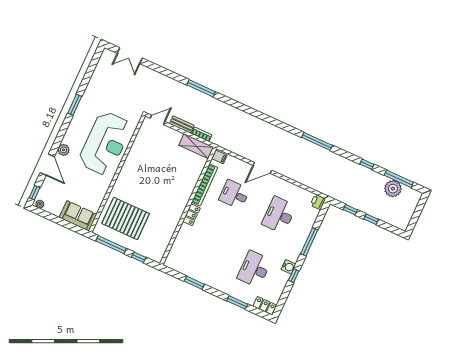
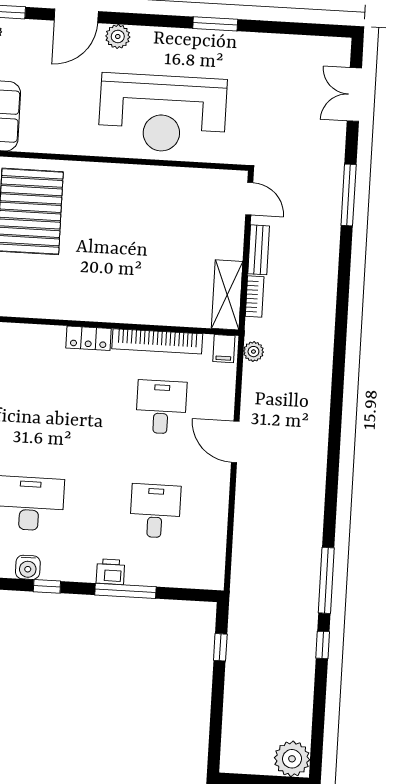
window: (201, 88) -> (349, 195), moved
window: (317, 141) -> (326, 580), moved
plant: (226, 144) -> (253, 352), added
window: (399, 179) -> (318, 719), removed
plant: (393, 189) -> (292, 759), moved
printer: (318, 202) -> (110, 572), moved
desk: (279, 215) -> (155, 511), width x0.73
window: (371, 219) -> (217, 696), removed
water cooler: (288, 267) -> (28, 567), moved

